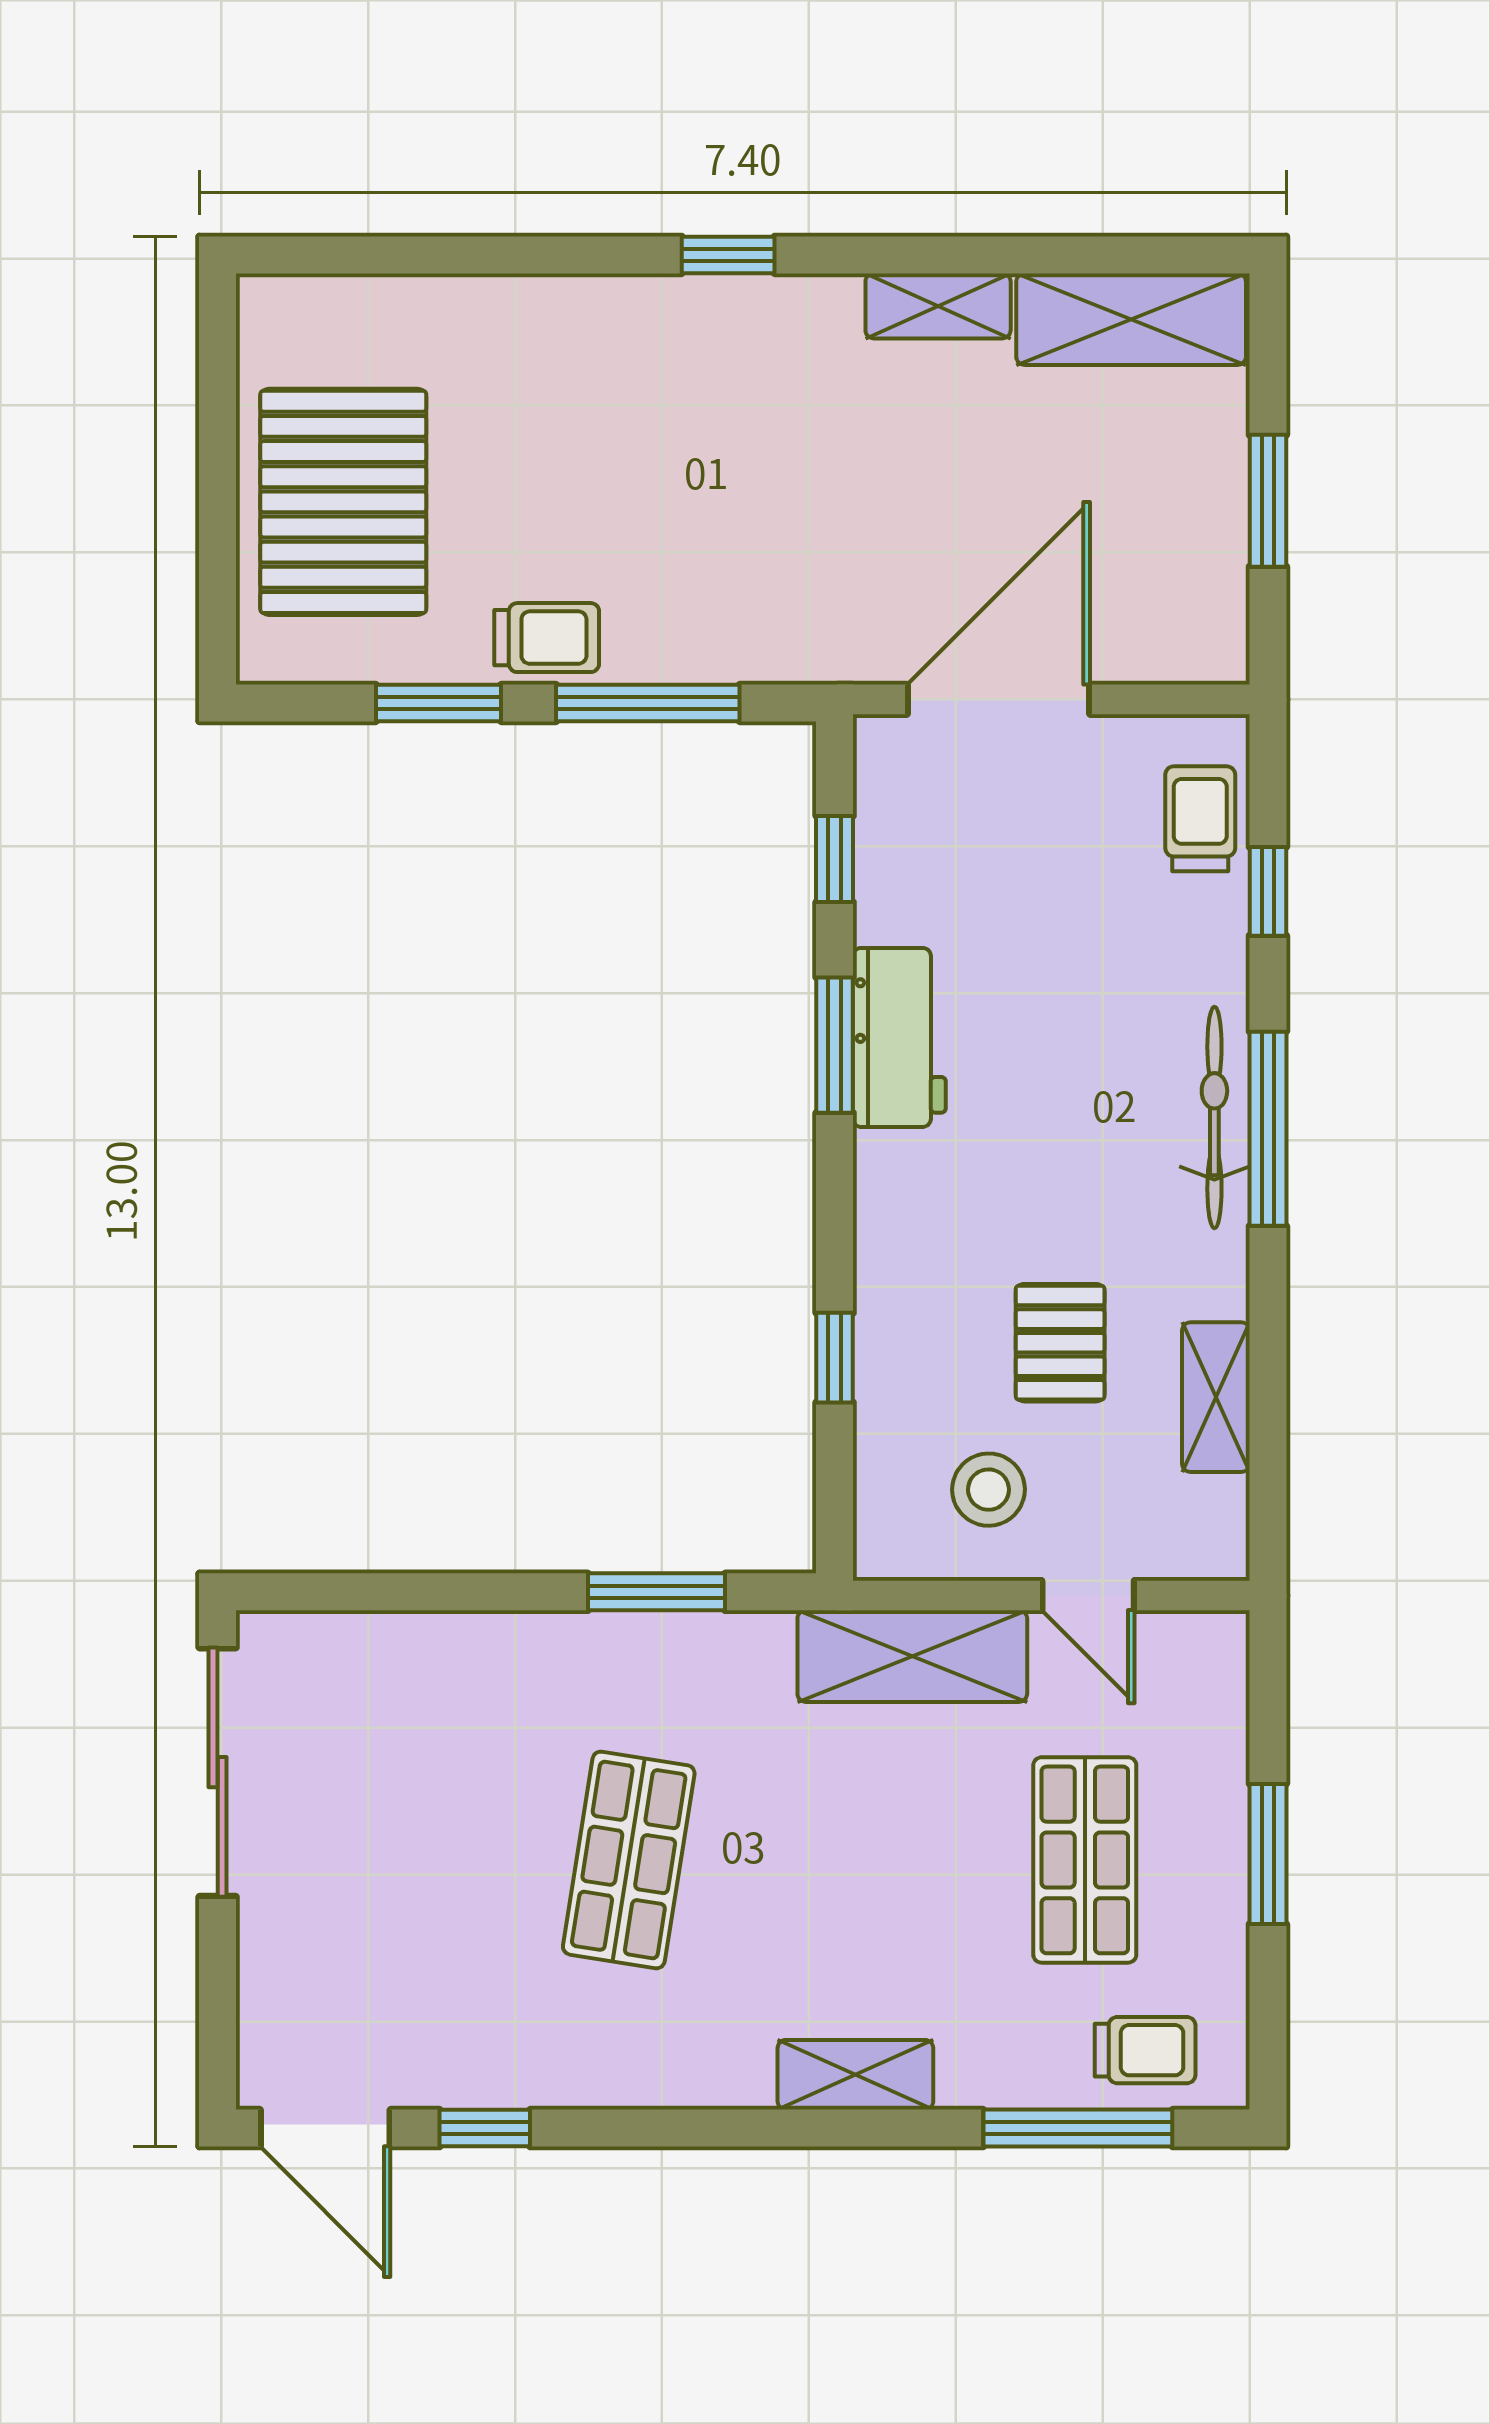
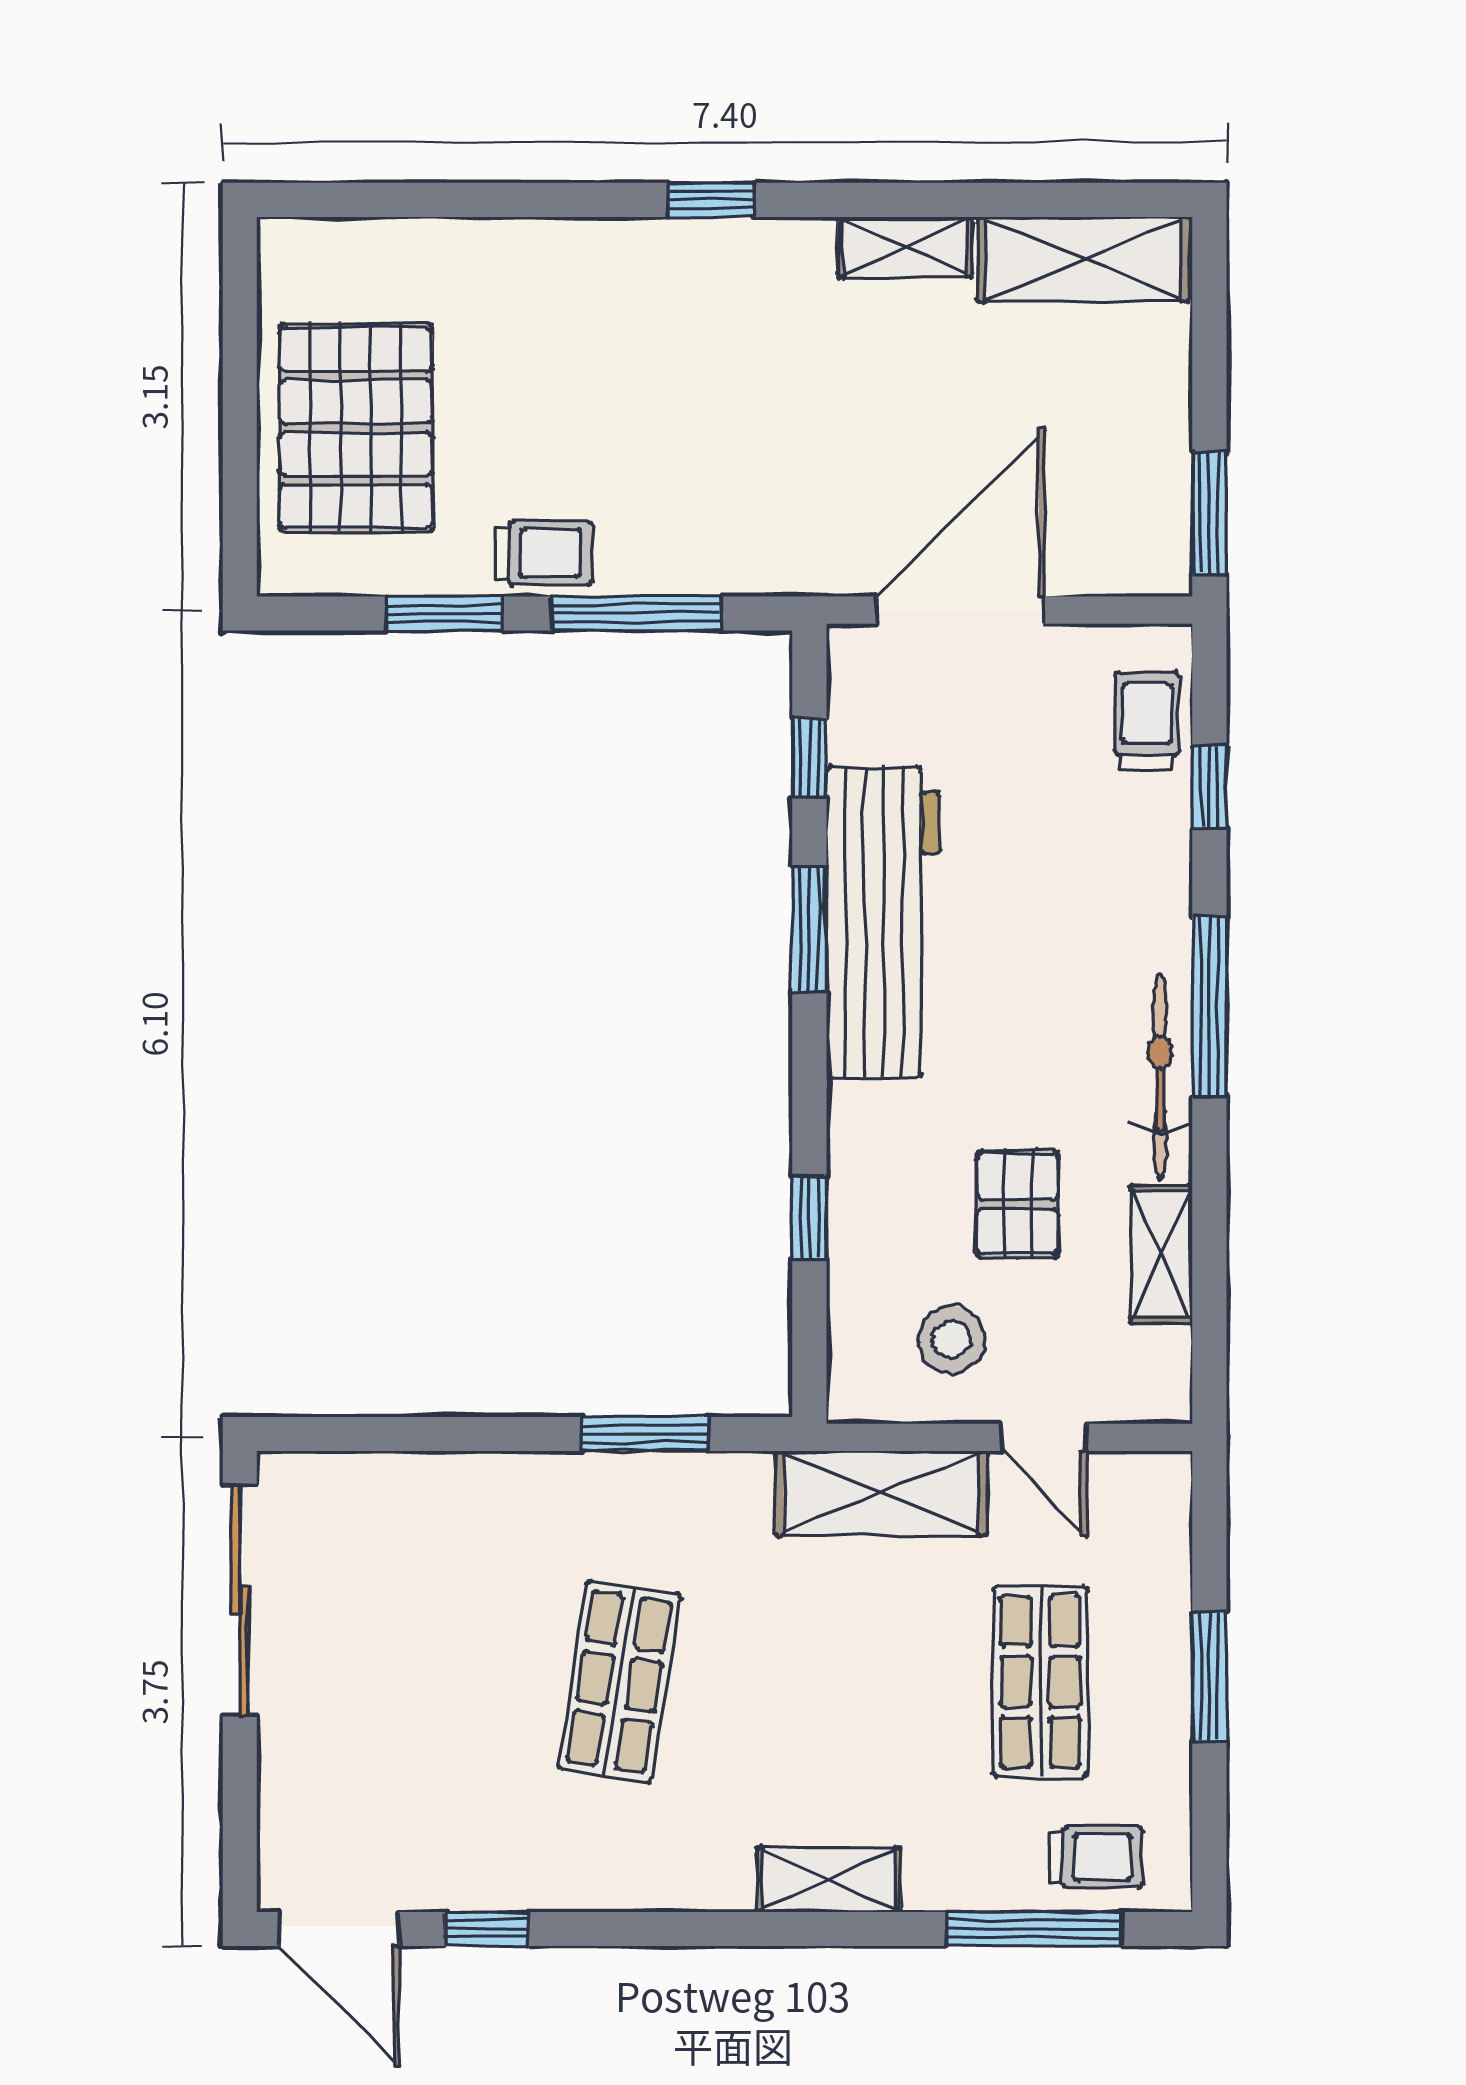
window: (1268, 501) -> (1209, 513), moved
workbench: (899, 1037) -> (883, 922), width x1.88, depth x1.32
bicycle: (1214, 1118) -> (1160, 1077), moved

